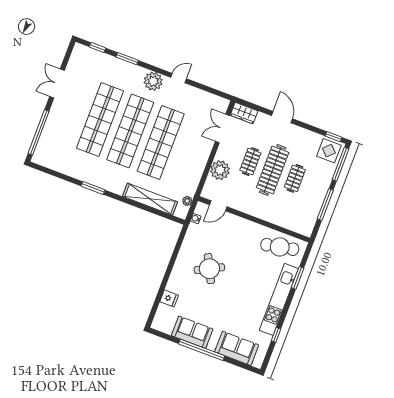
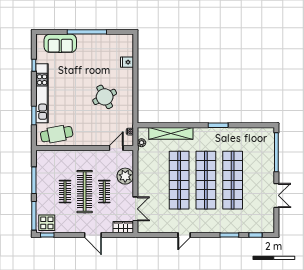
plant: (153, 81) -> (203, 225), removed
sofa: (192, 332) -> (99, 43), removed

